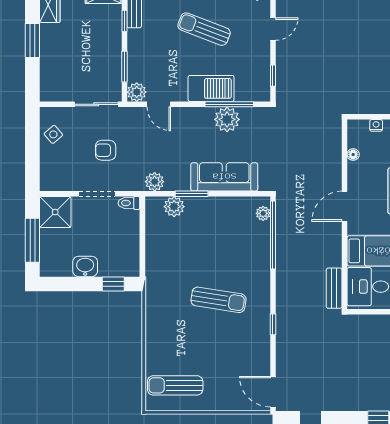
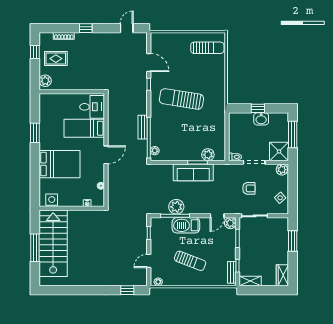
window: (32, 41) -> (293, 241), moved
door: (159, 104) -> (217, 216), swing flipped
sofa: (224, 177) -> (193, 172), moved
plant: (155, 182) -> (282, 170), moved
window: (113, 284) -> (258, 108), moved
bench: (334, 288) -> (143, 127), moved
sun lounger: (218, 300) -> (181, 99), width x1.36, depth x1.34
door: (273, 392) -> (149, 62), moved

